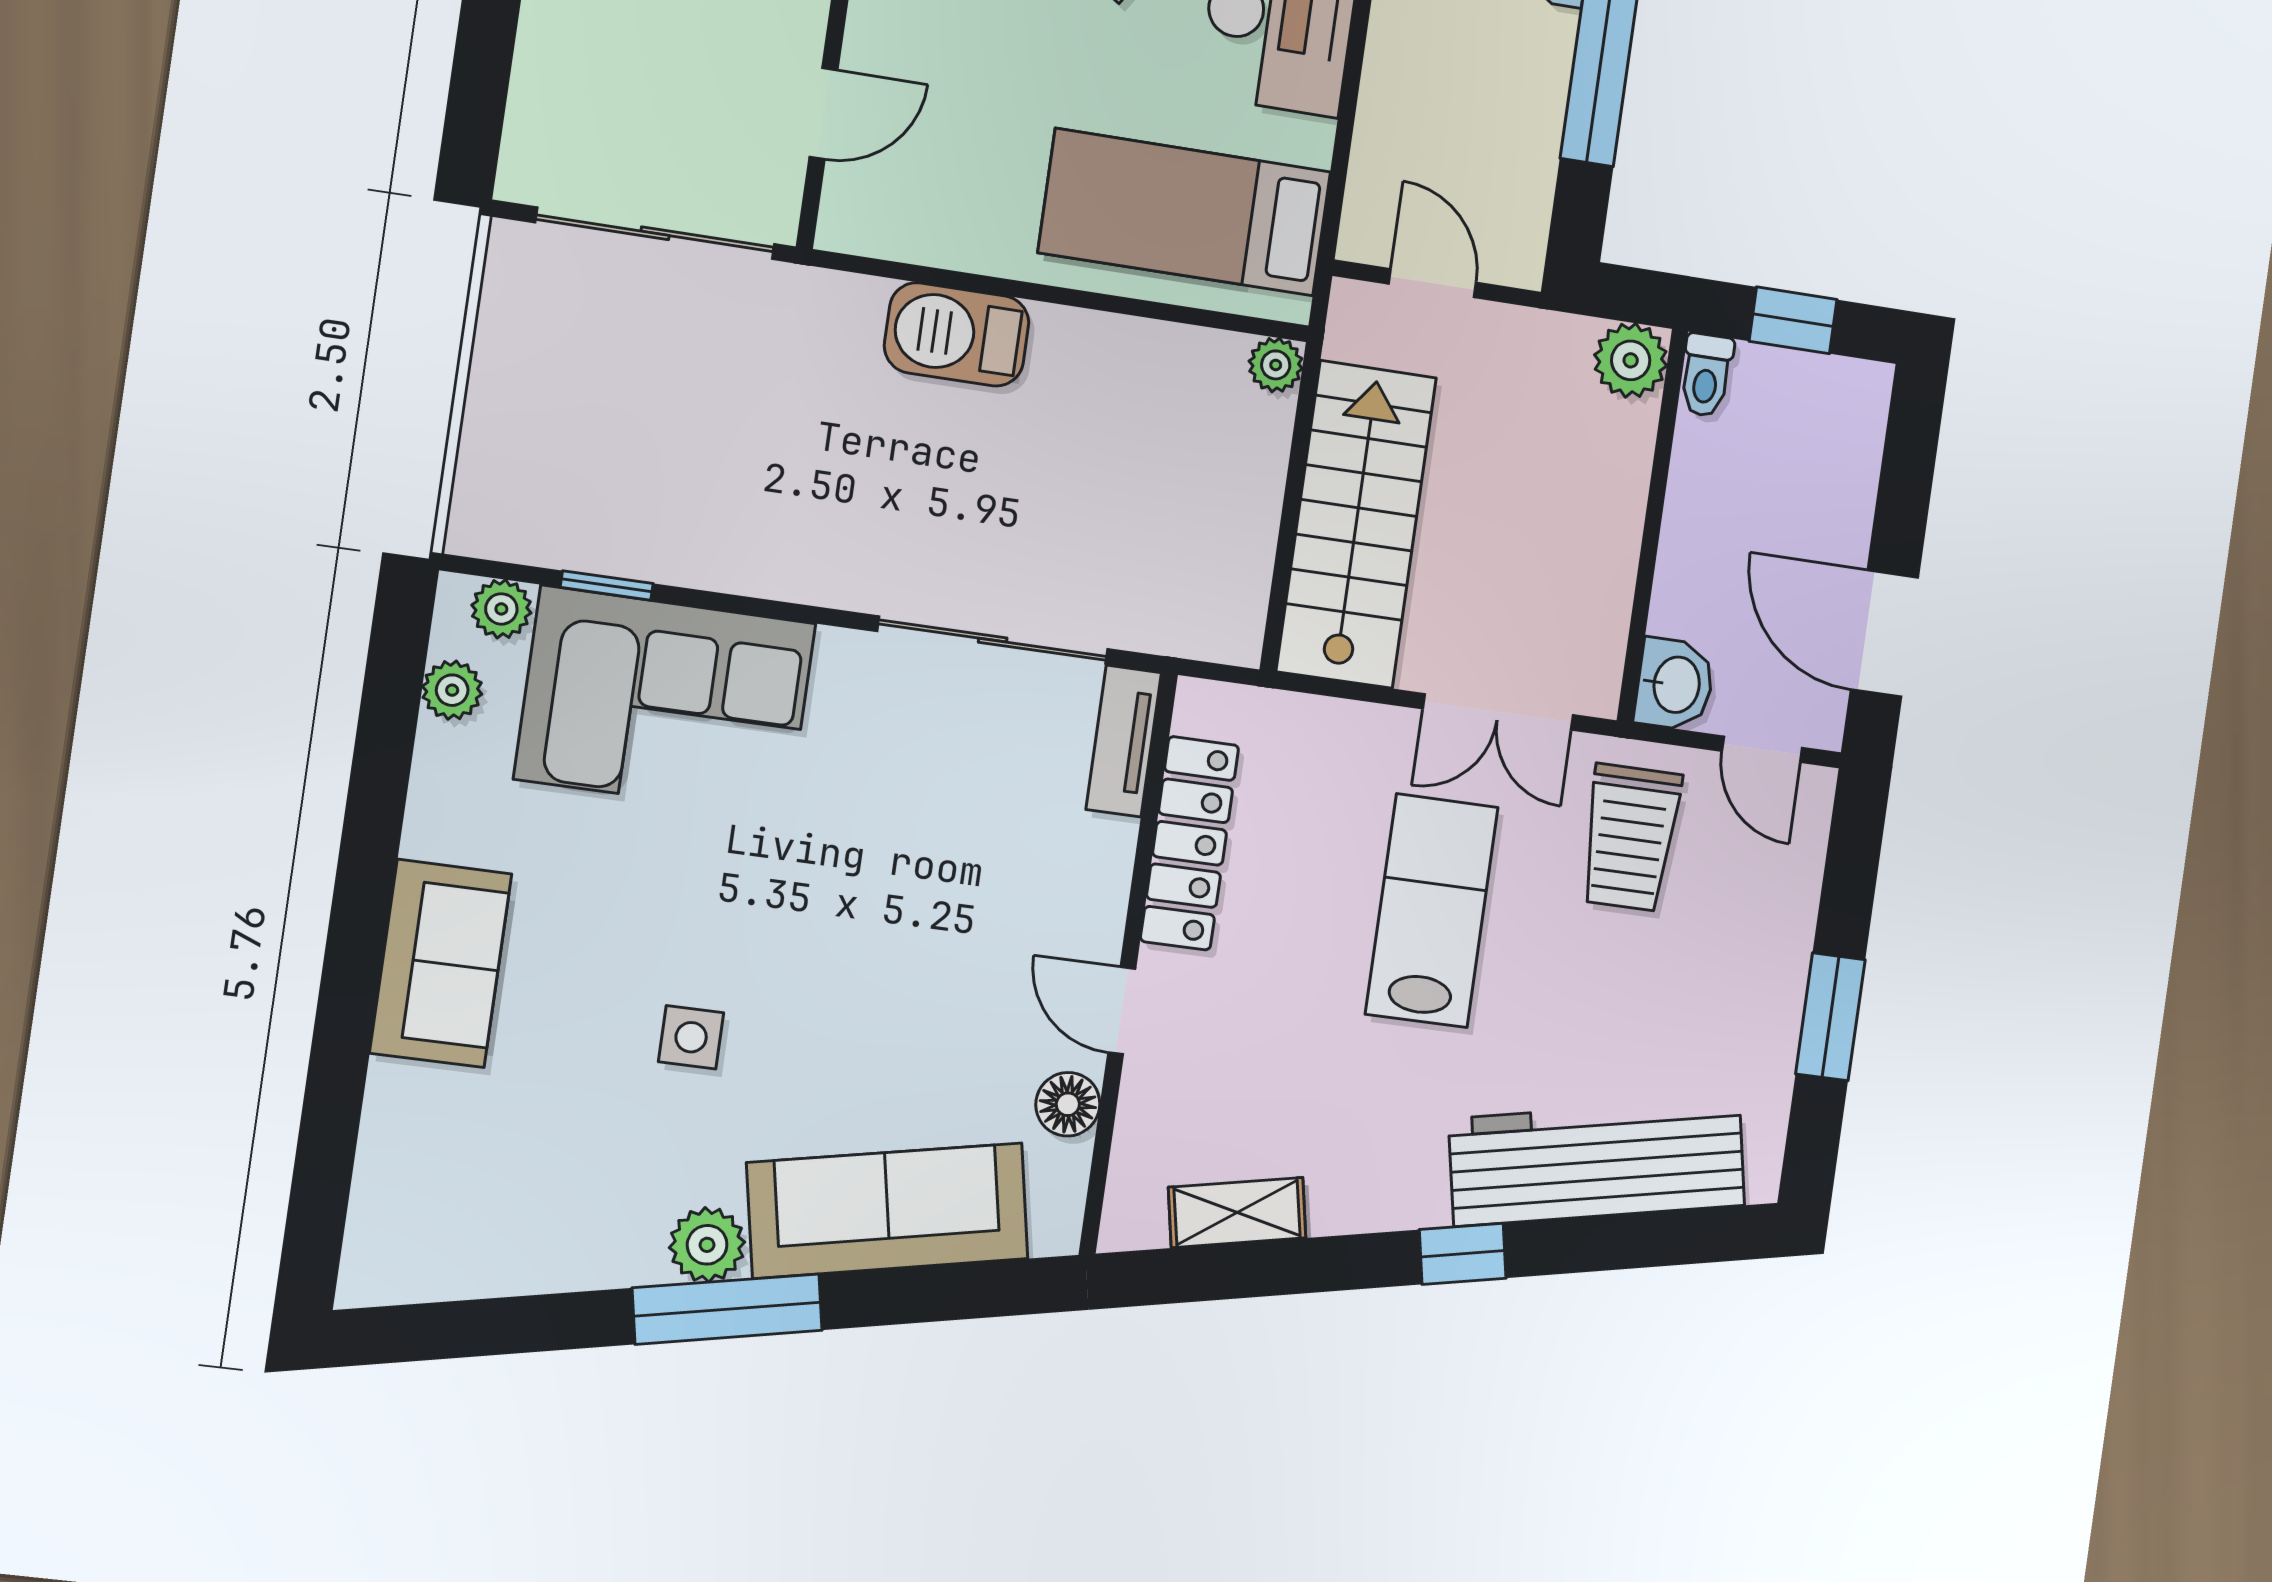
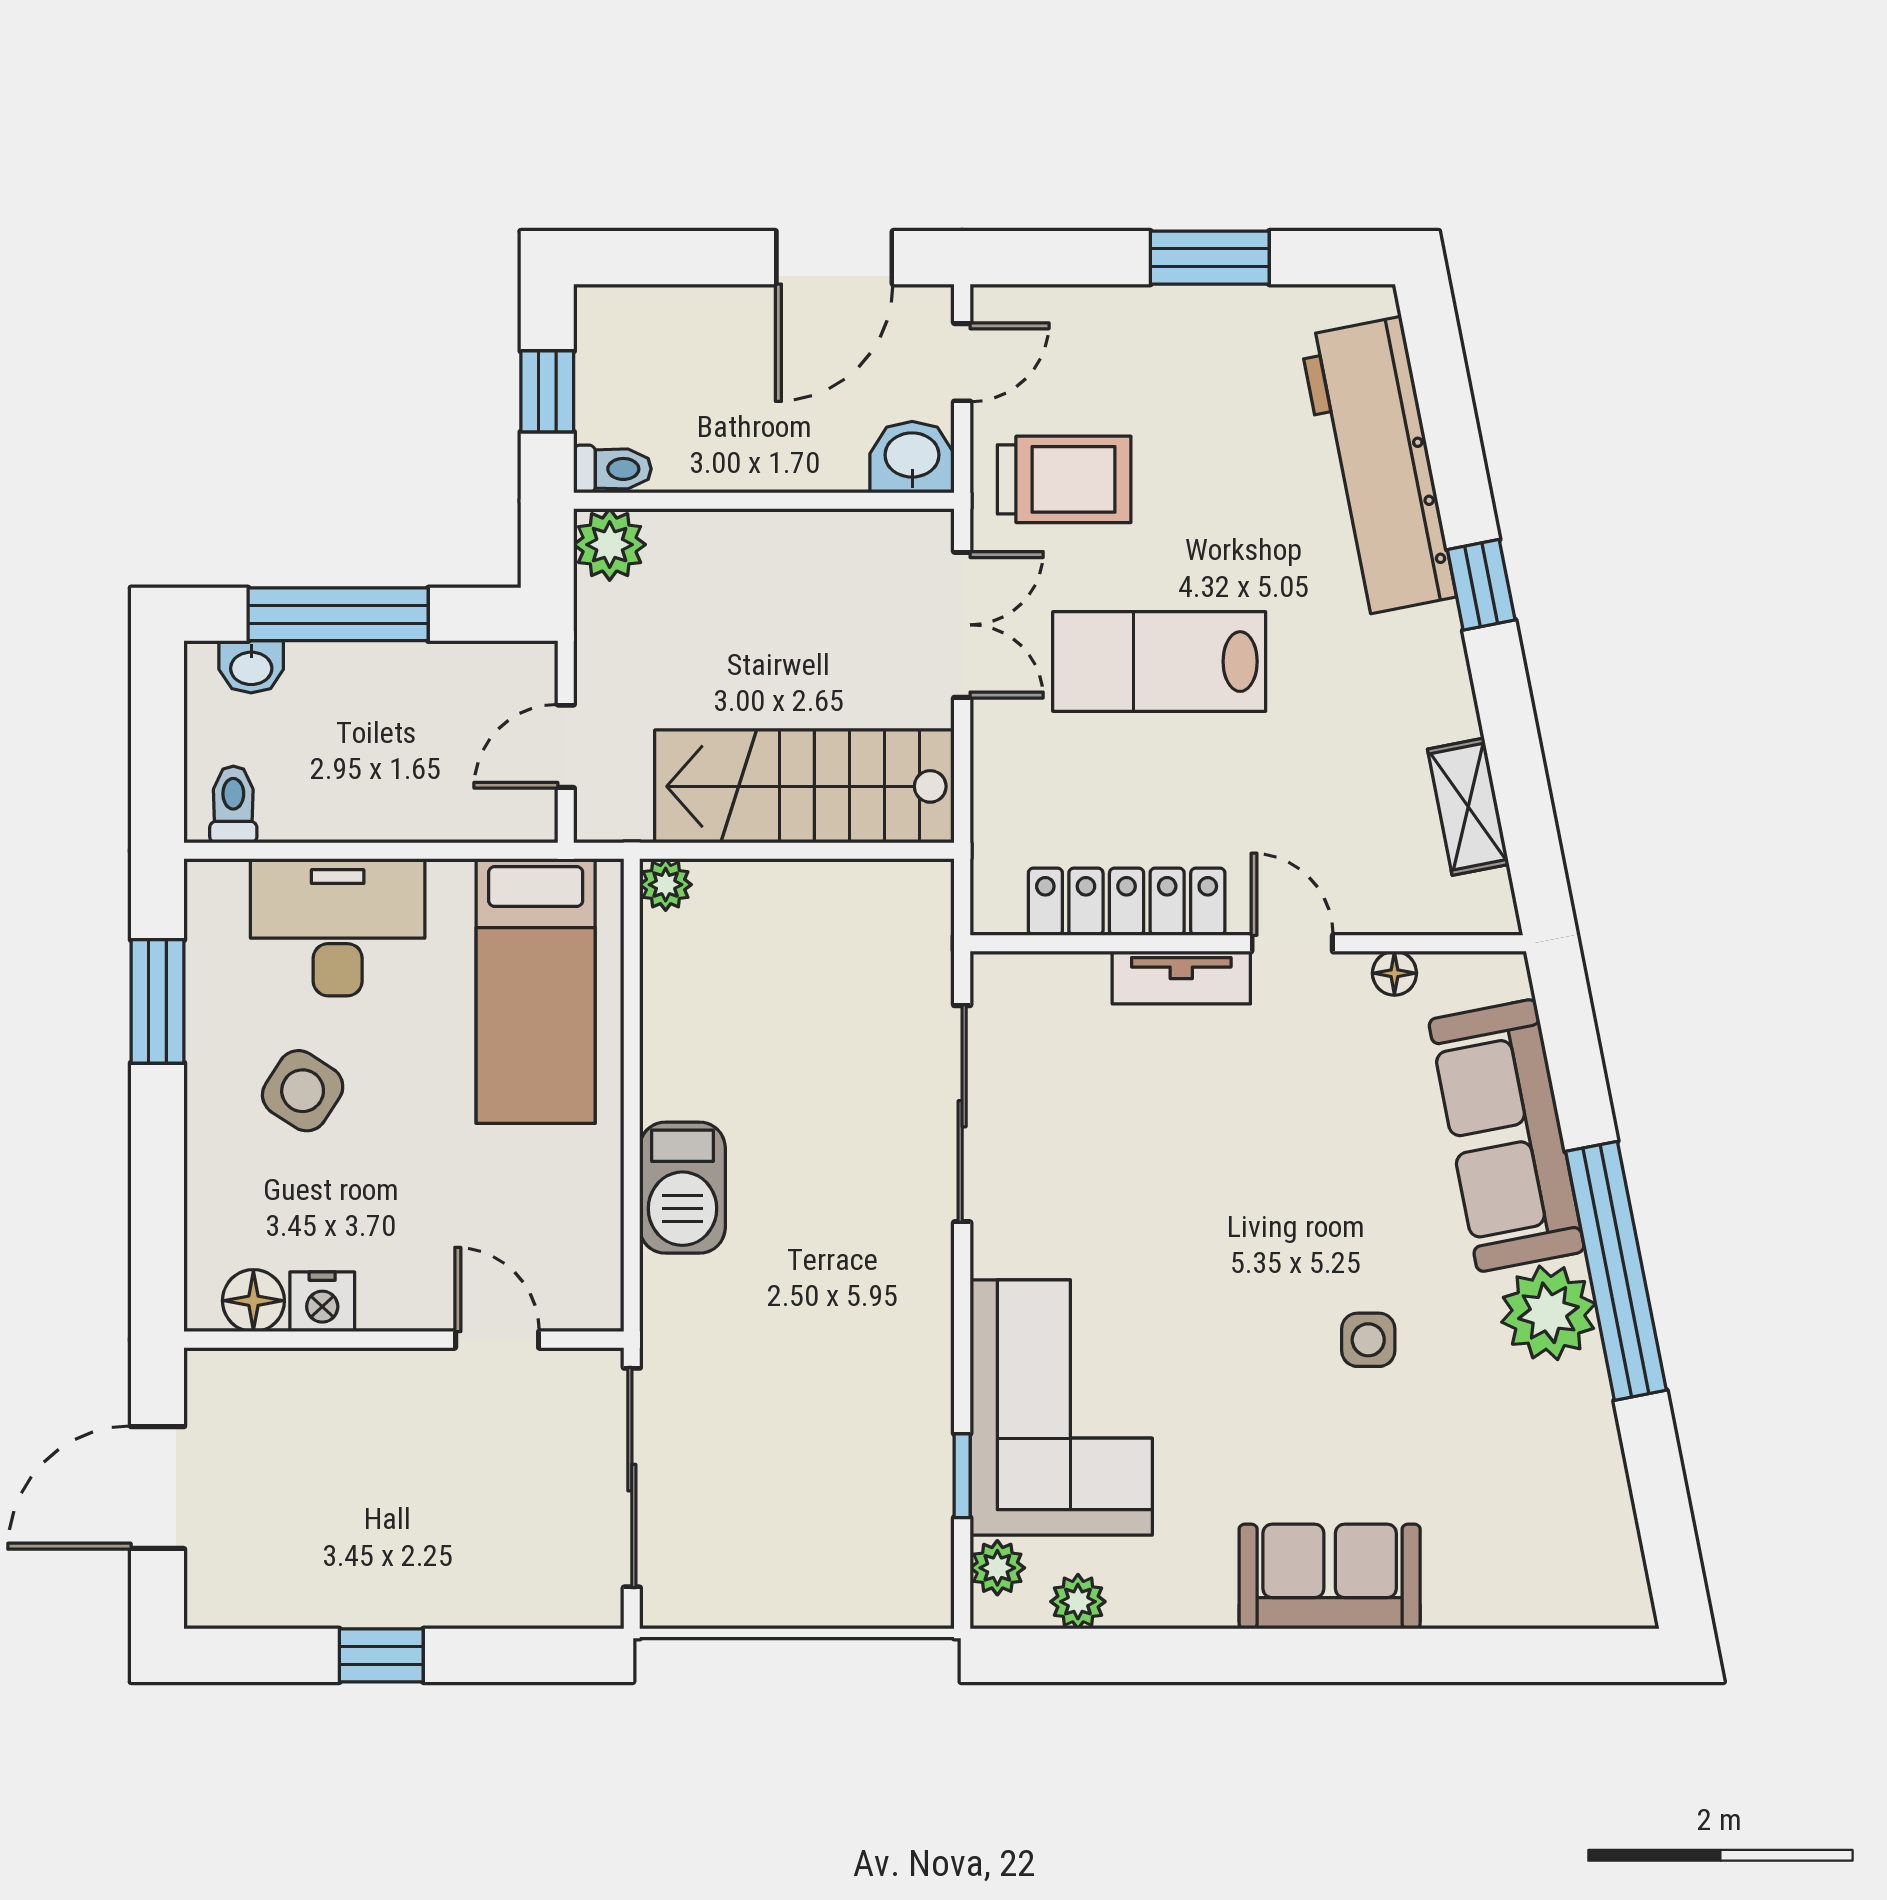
tv unit: (1124, 741) -> (1181, 978), moved
door: (1122, 1011) -> (1292, 943), swing flipped
floor lamp: (1068, 1104) -> (1394, 973), width x0.73, depth x0.73
plant: (707, 1245) -> (1548, 1313), width x1.36, depth x1.36
window: (727, 1309) -> (1616, 1271), width x1.46

